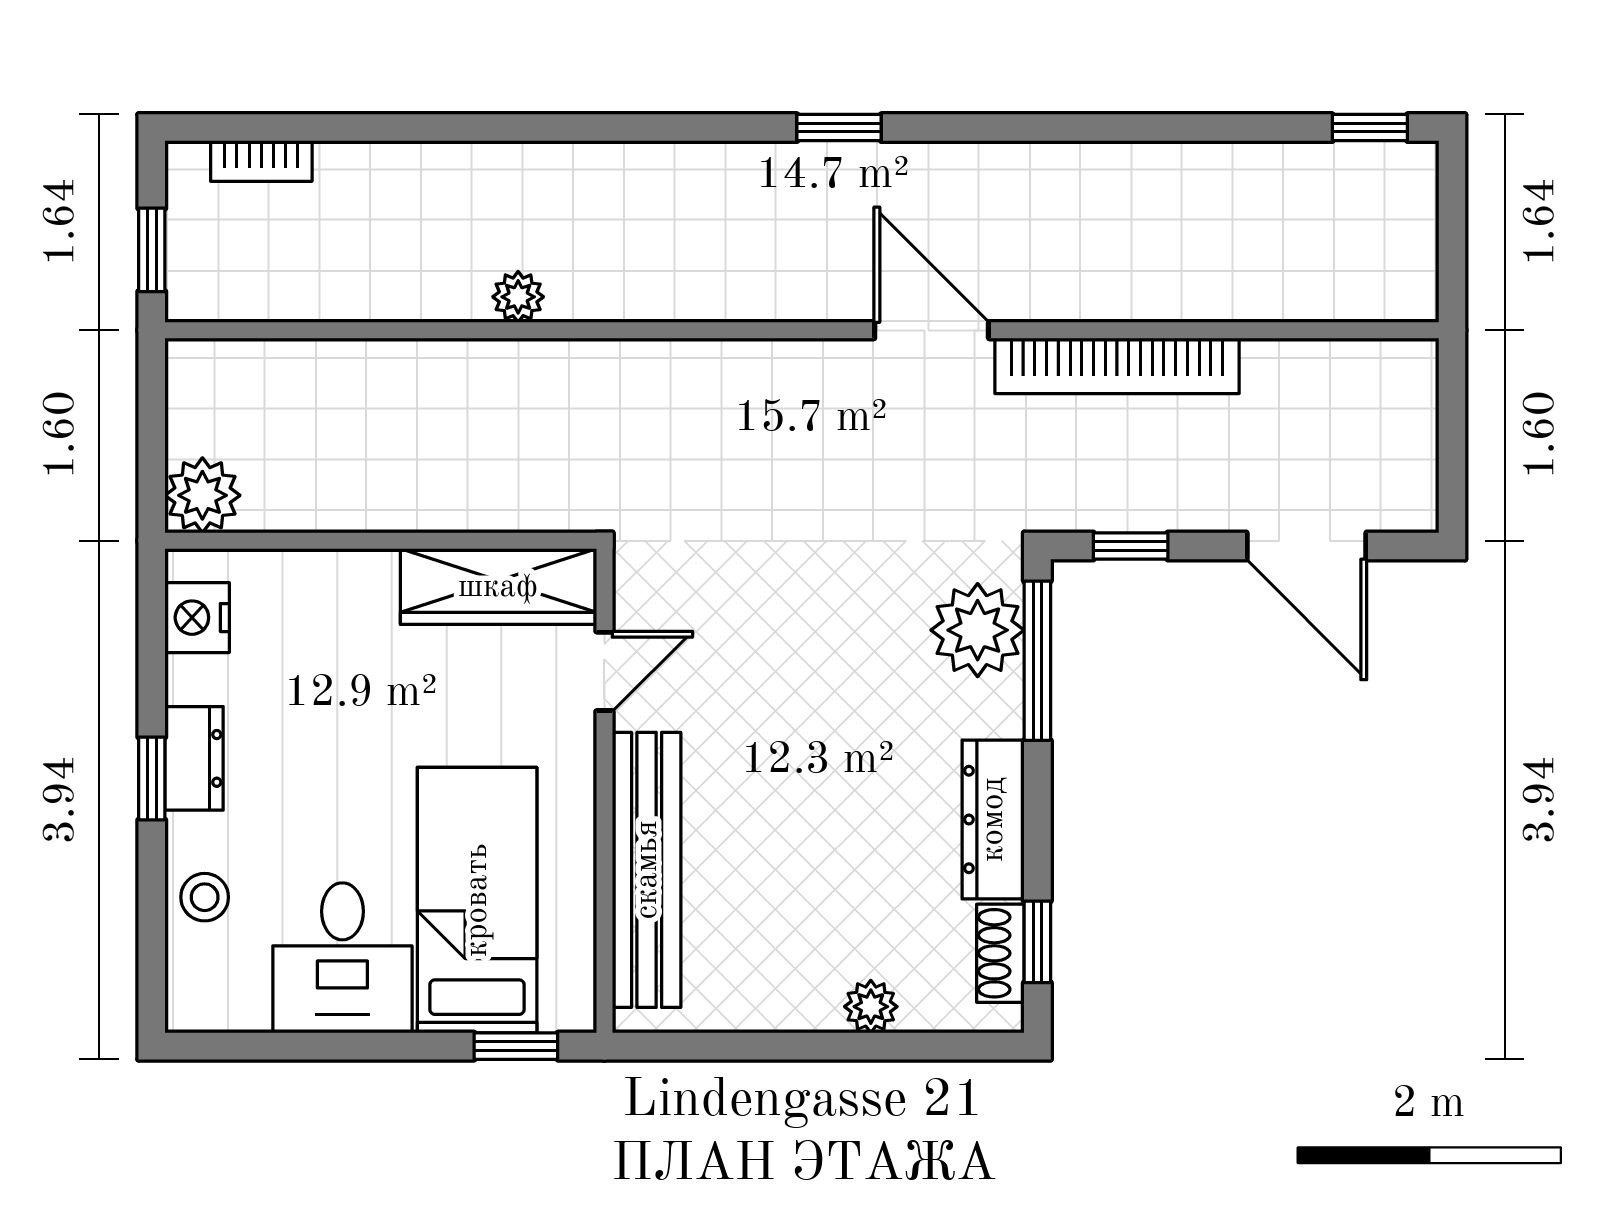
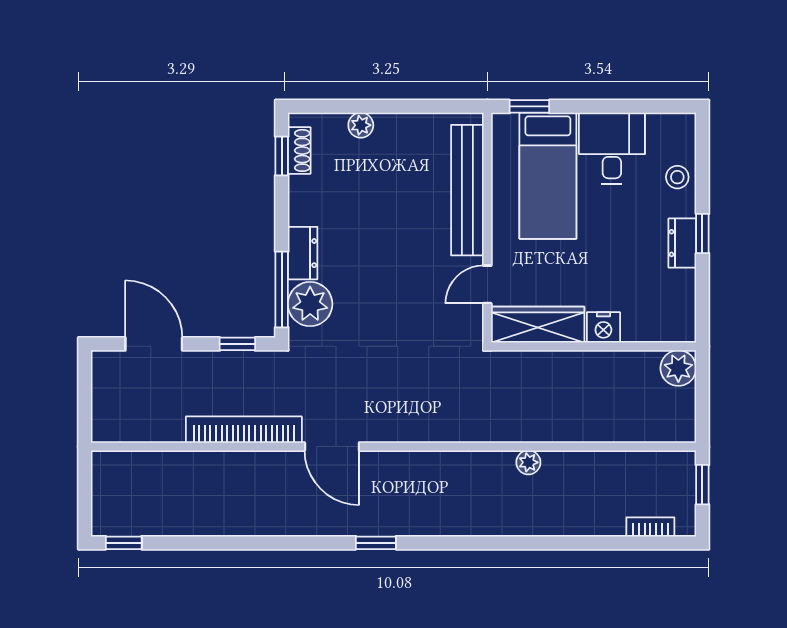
nightstand: (197, 618) -> (603, 327), moved, turned 90
dresser: (993, 820) -> (303, 253), moved, width x0.70

